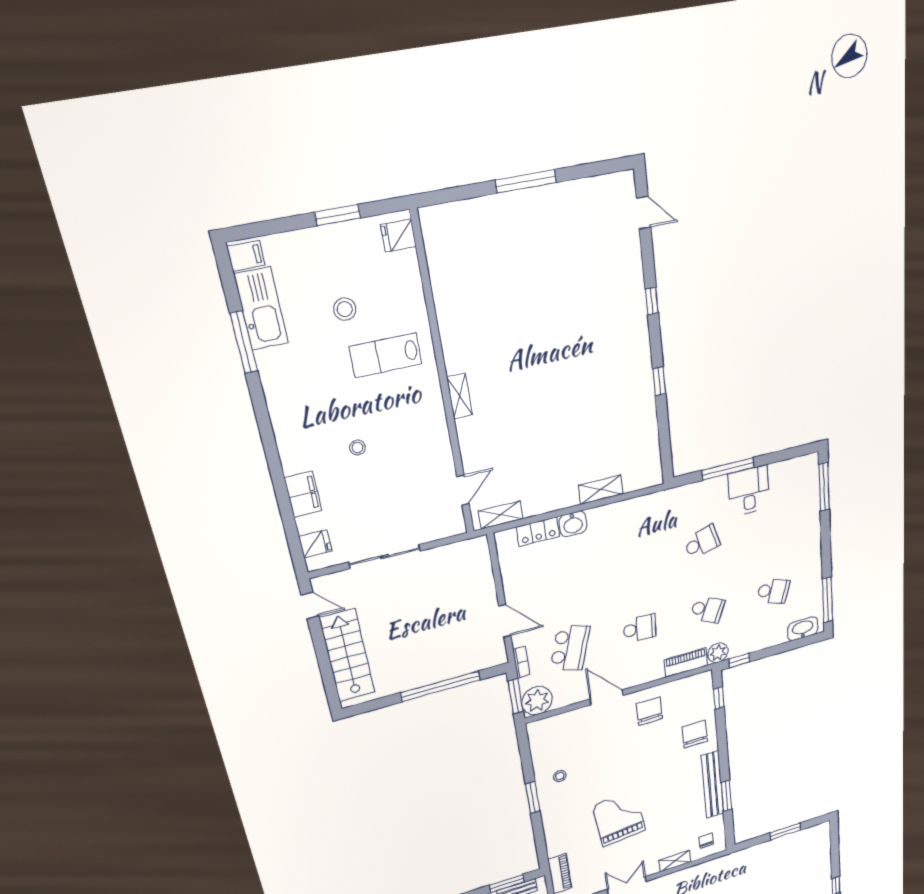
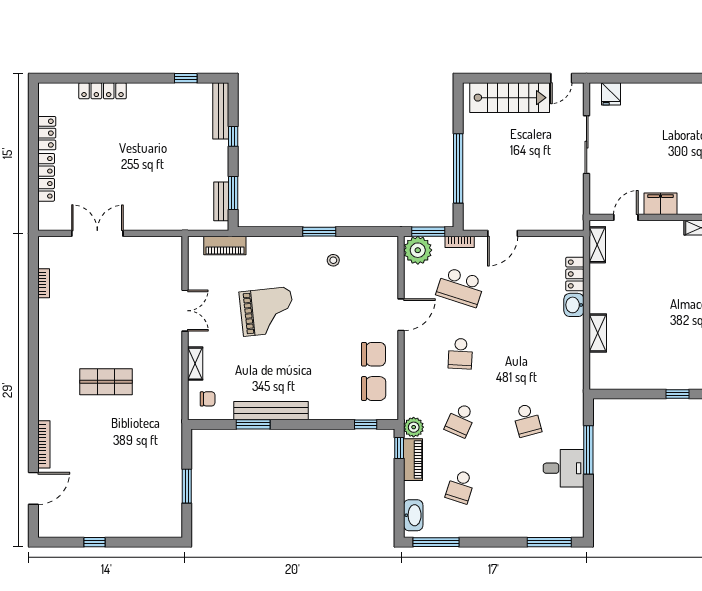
stool: (357, 447) -> (679, 142), removed
door: (463, 490) -> (626, 217), swing flipped
filing cabinet: (303, 494) -> (660, 204), moved, turned 180
piano: (686, 663) -> (413, 460), moved
chair: (695, 734) -> (374, 389), moved

